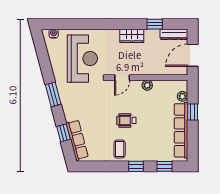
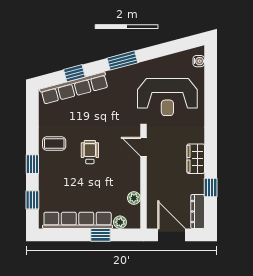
plant: (147, 85) -> (134, 198), moved
row of seats: (77, 140) -> (74, 88), width x1.36

